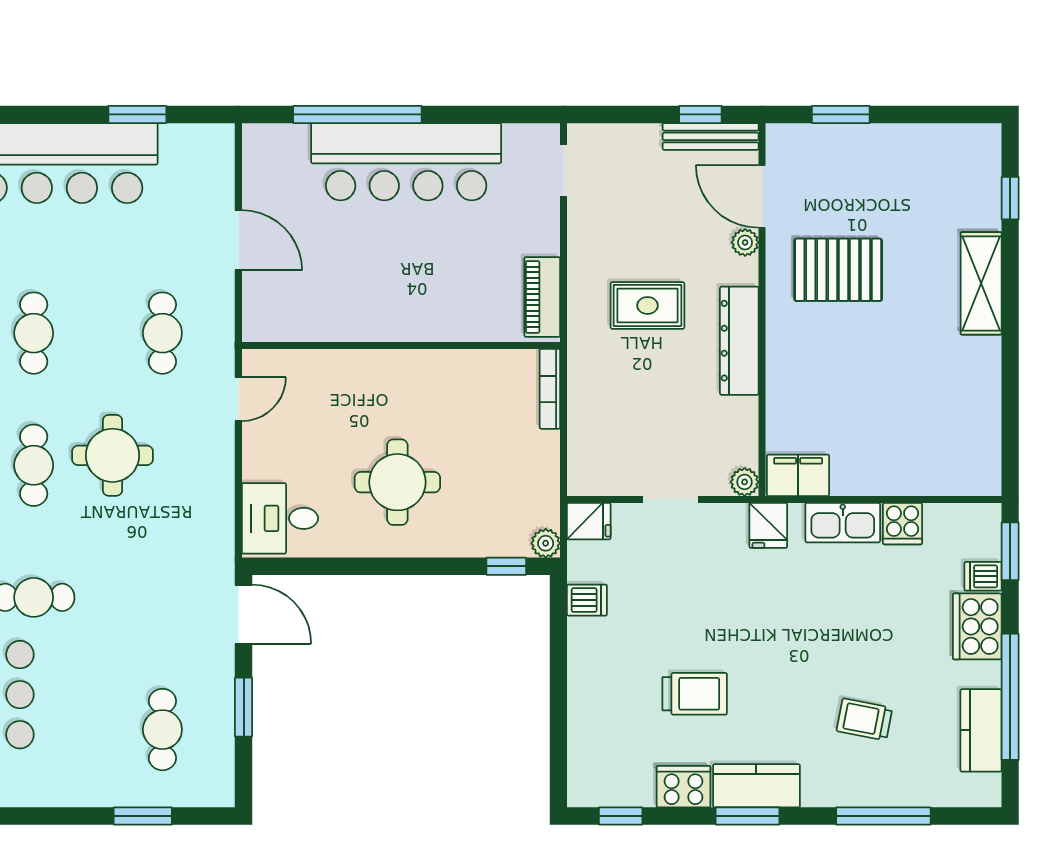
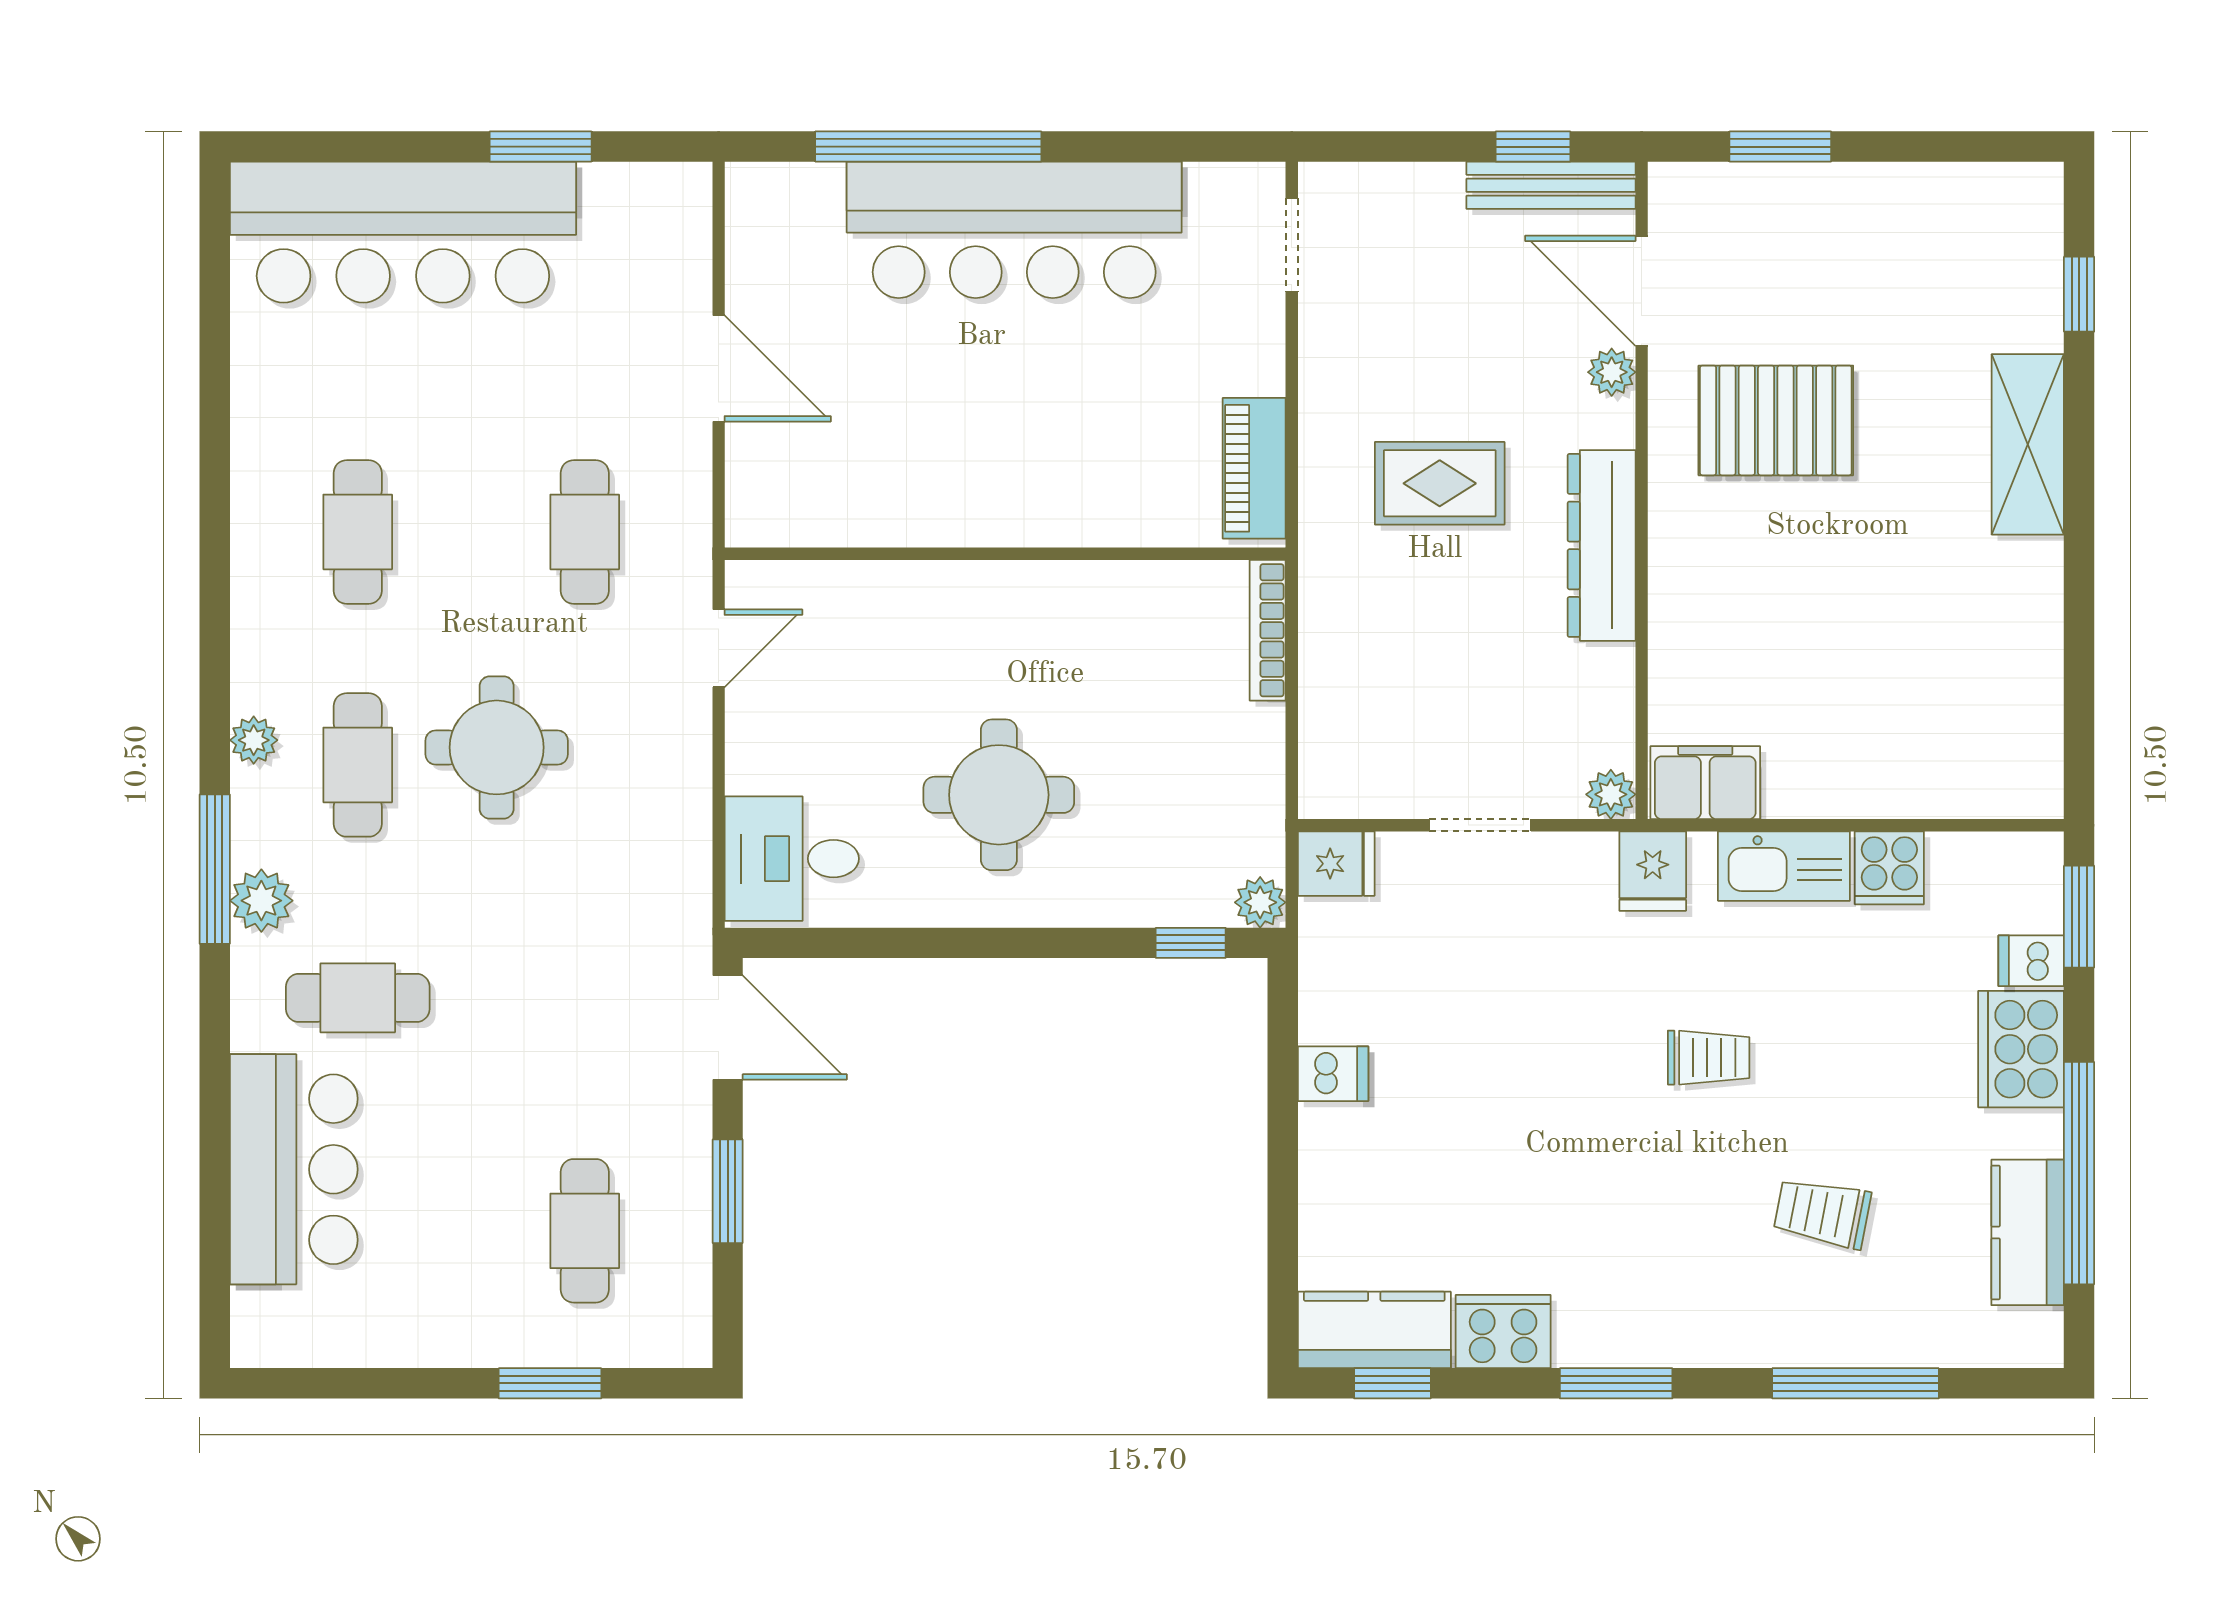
dishwasher: (587, 600) -> (1333, 1074), moved
trolley: (695, 694) -> (1709, 1058), moved, width x0.73, depth x0.72
kitchen counter: (756, 786) -> (1374, 1330), moved

